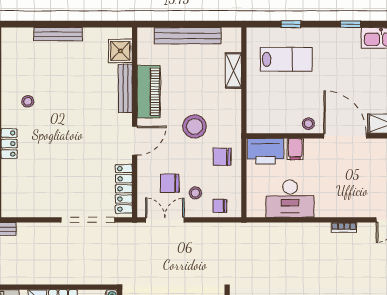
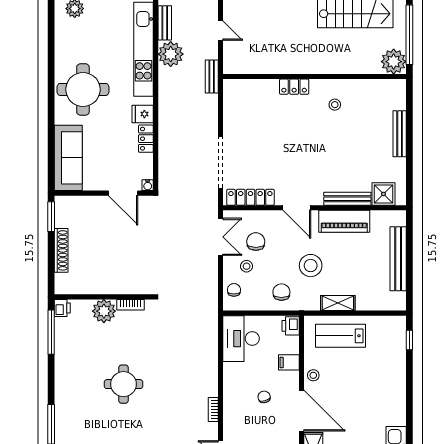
window: (291, 24) -> (409, 340), moved
window: (350, 24) -> (409, 416), removed
lab bench: (286, 59) -> (341, 336), moved, turned 90
shelving: (233, 70) -> (338, 303), moved
door: (345, 136) -> (302, 411), hinge flipped
printer: (266, 151) -> (291, 326), width x0.53, depth x0.68
chair: (331, 175) -> (264, 397), added
desk: (290, 199) -> (241, 339), moved

